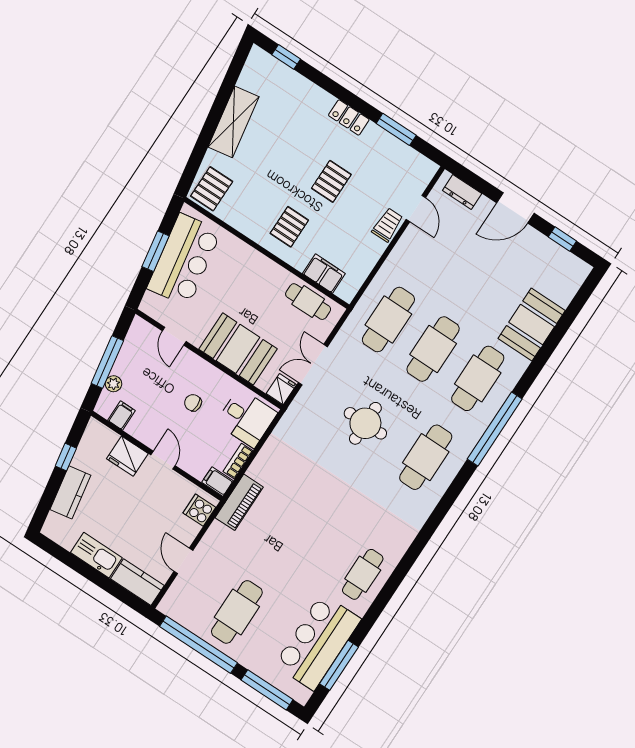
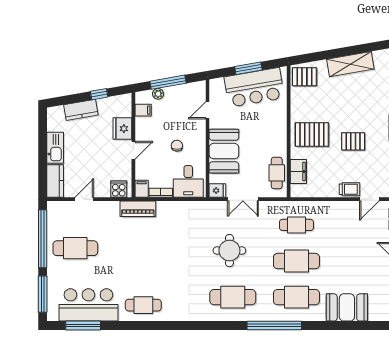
pallet: (289, 227) -> (312, 135), width x1.50, depth x1.42
cafe table: (388, 320) -> (296, 225), width x0.73, depth x0.74
double door: (313, 365) -> (243, 199), swing flipped

